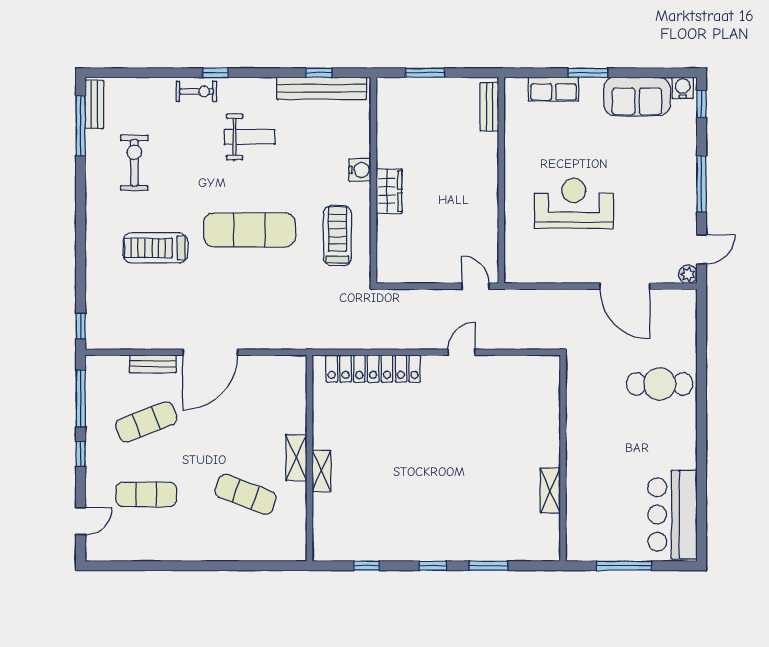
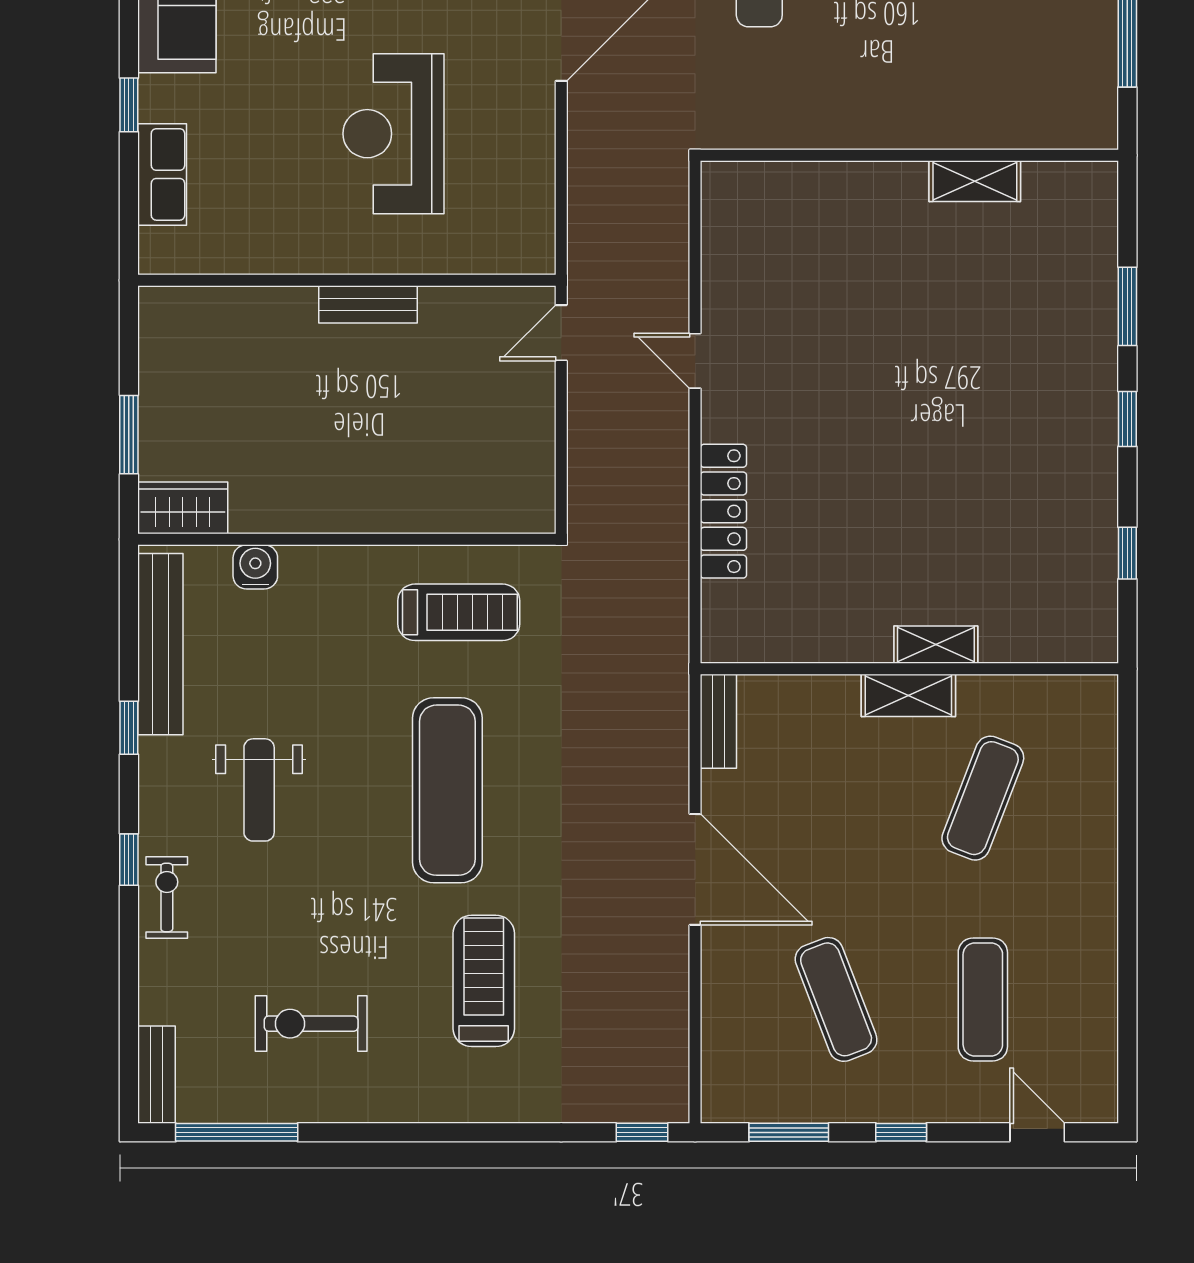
window: (319, 73) -> (129, 728), moved
window: (588, 73) -> (129, 105), width x0.67
bench: (94, 104) -> (156, 1075), moved, turned 90
bench: (489, 107) -> (368, 304), moved
weight bench: (250, 137) -> (259, 790), turned 180
water cooler: (360, 170) -> (255, 567), moved
wardrobe: (389, 191) -> (183, 508), moved
treadmill: (337, 236) -> (459, 612), turned 180
treadmill: (155, 248) -> (484, 981), turned 180
bench: (153, 364) -> (718, 721), moved
locker: (373, 369) -> (723, 511), width x0.71, depth x0.83
window: (81, 399) -> (789, 1132), width x0.69

